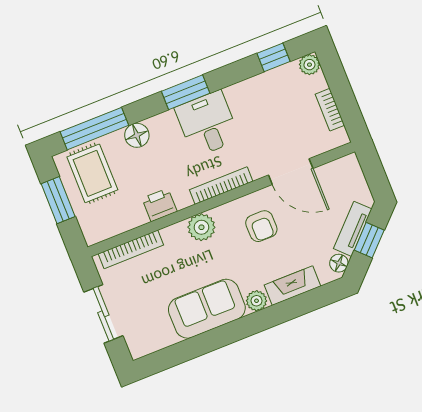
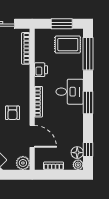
desk: (207, 124) -> (70, 92), moved
floor lamp: (137, 135) -> (77, 153), moved
door: (291, 172) -> (32, 136), swing flipped
armchair: (261, 226) -> (12, 113), turned -90
plant: (201, 227) -> (23, 163), moved

